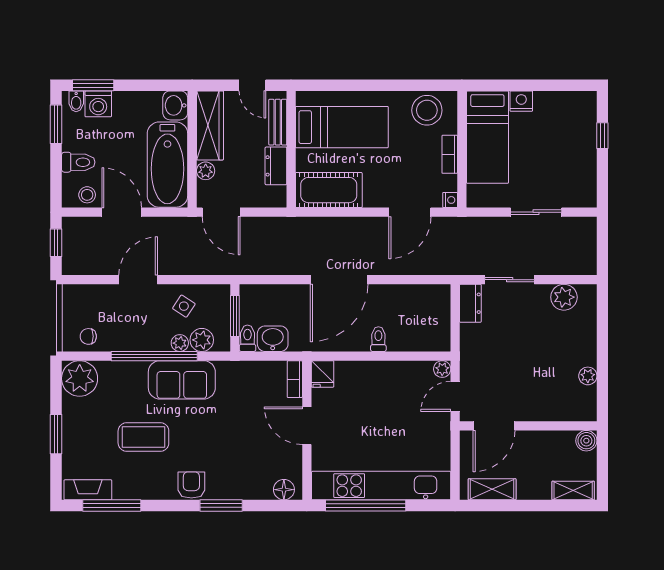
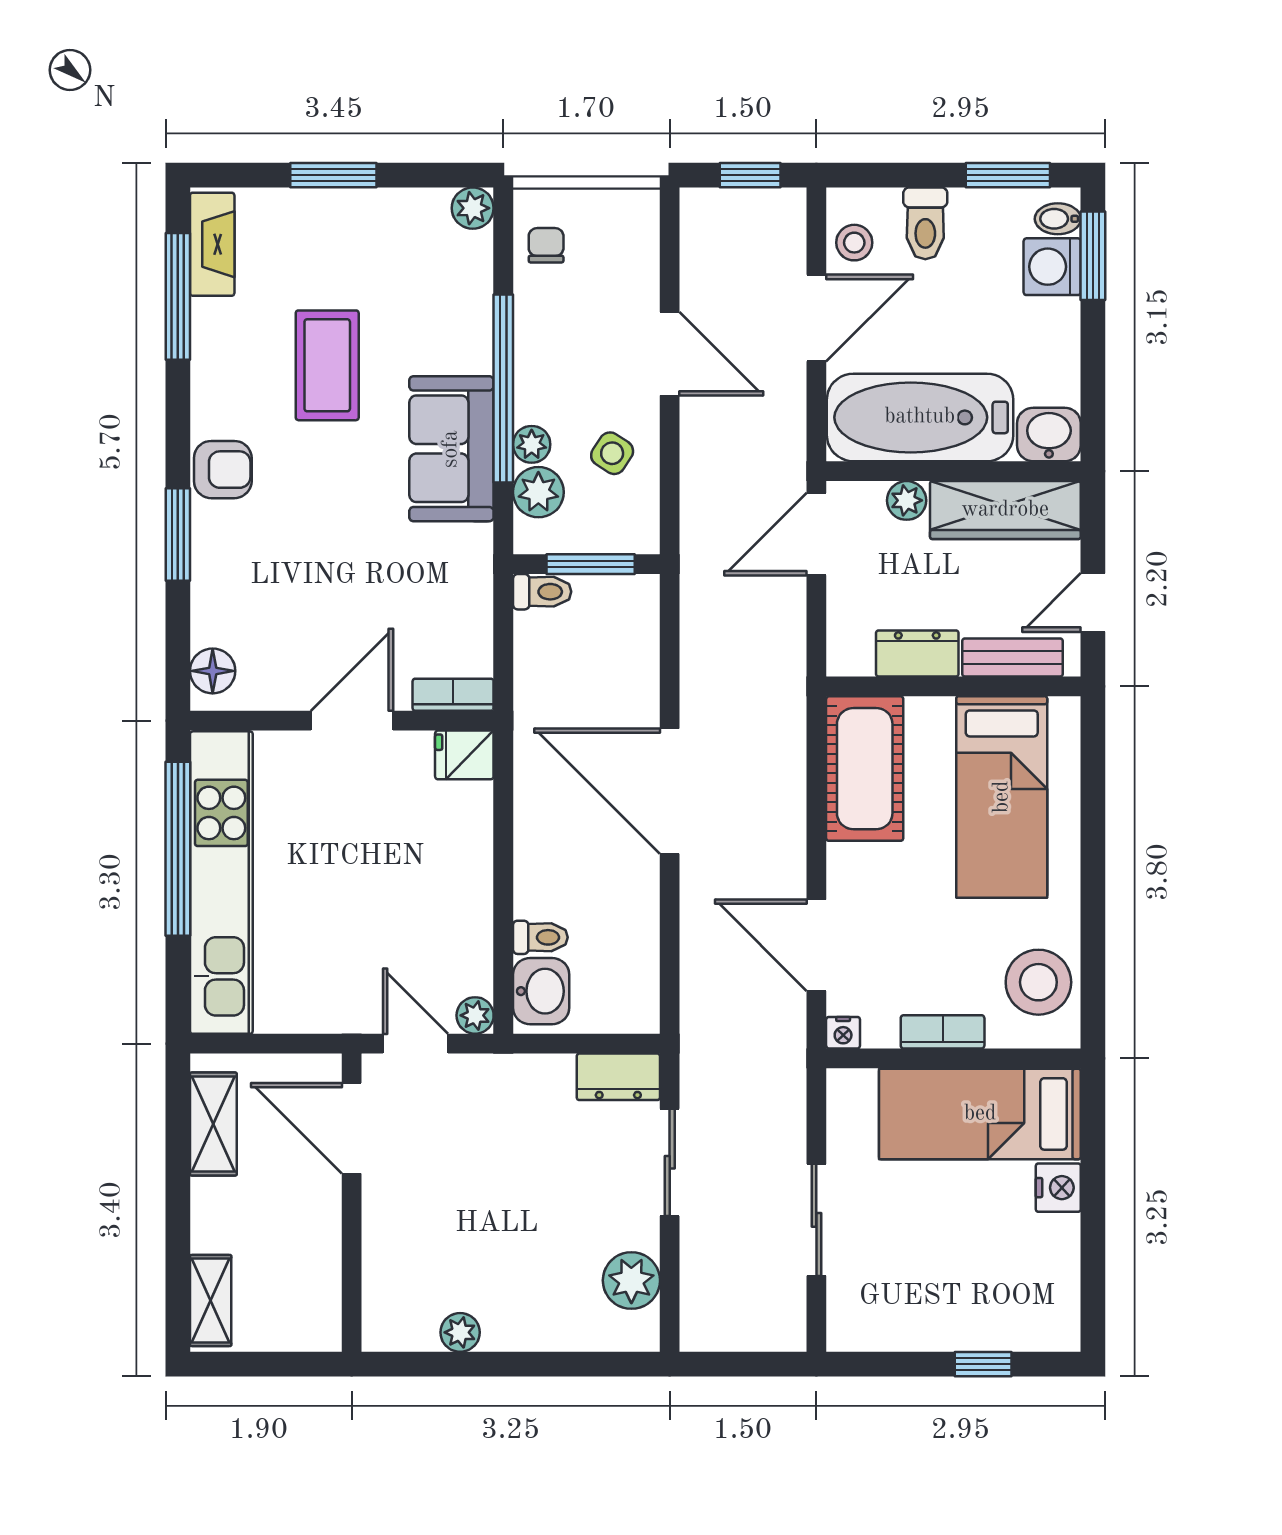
washbasin: (273, 339) -> (541, 991), moved
toilet: (378, 339) -> (540, 937), moved
plant: (80, 378) -> (473, 208), width x0.53, depth x0.53
boiler: (586, 441) -> (319, 1329), removed

